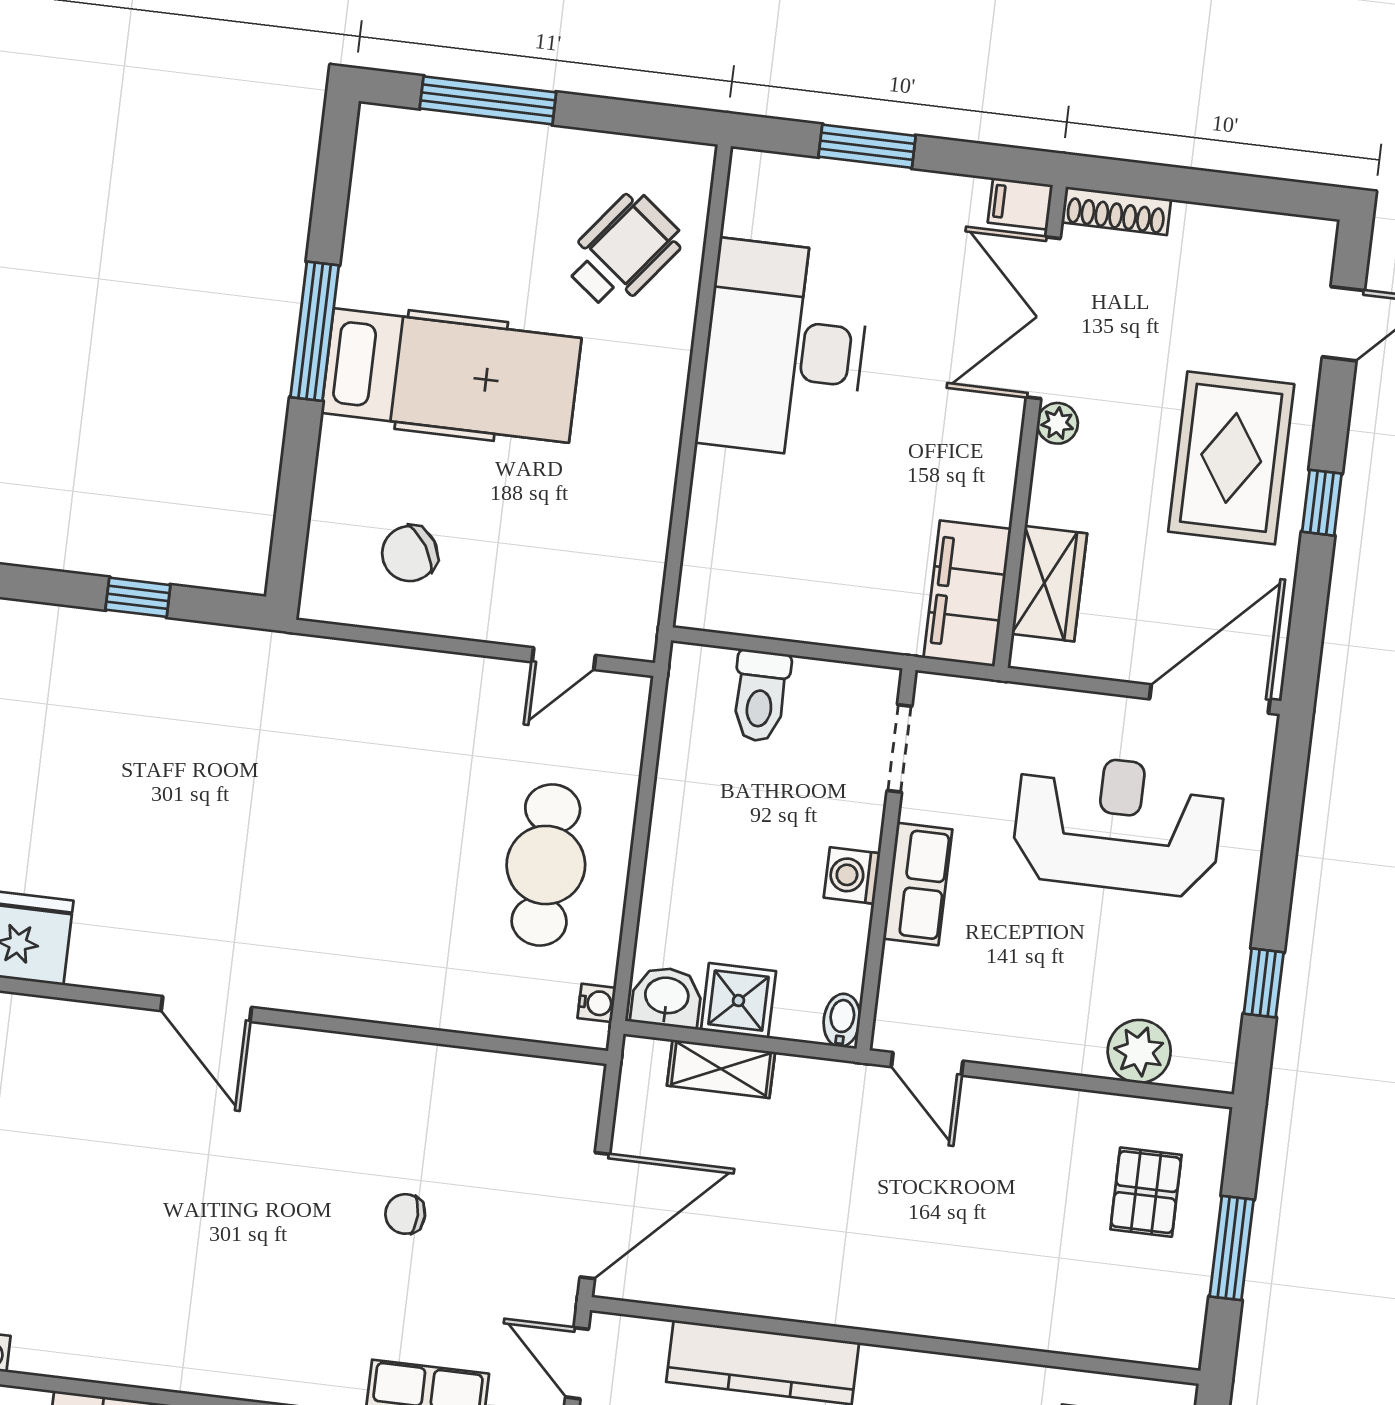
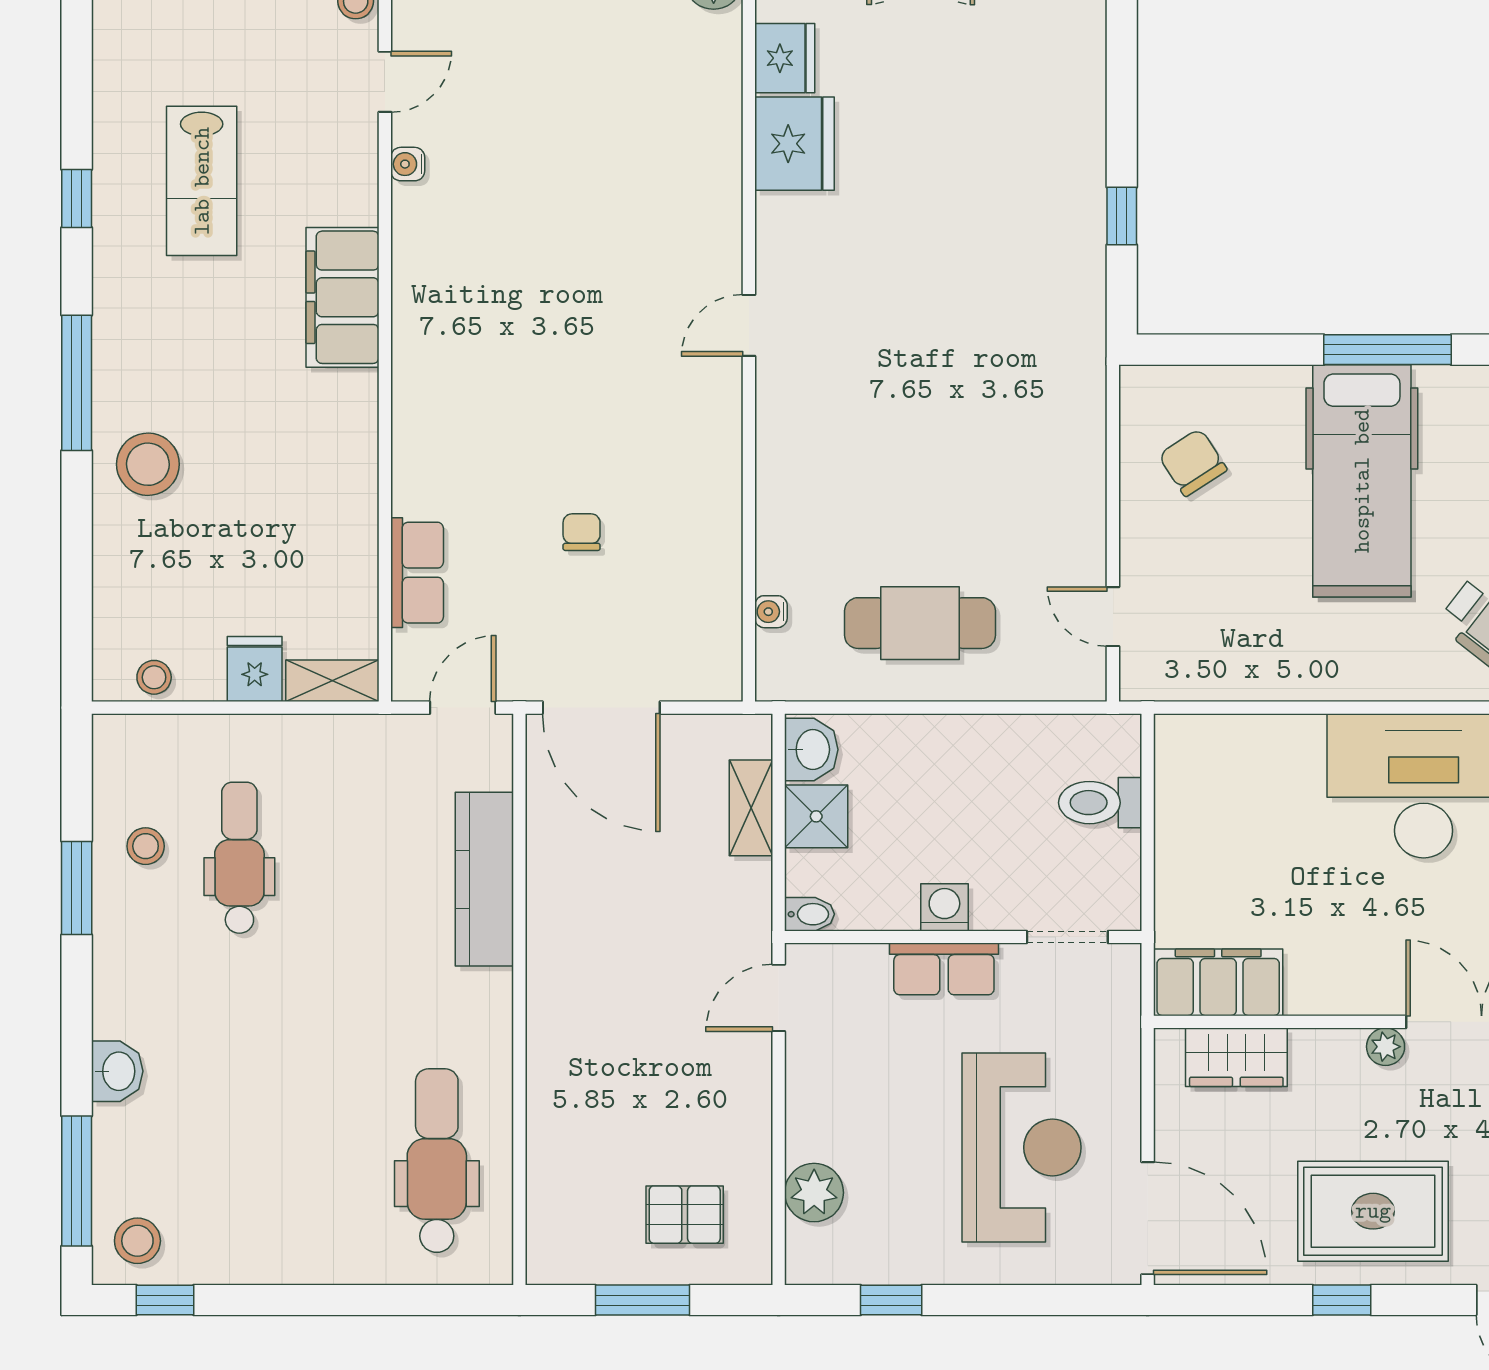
water cooler: (597, 1003) -> (771, 612), moved, turned 90
door: (206, 1009) -> (749, 325), width x0.73

